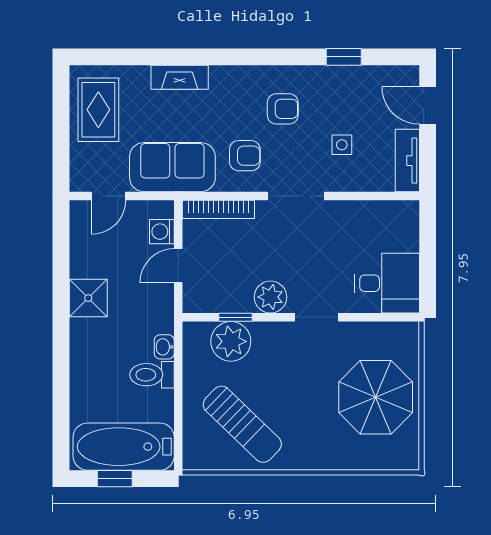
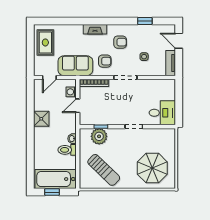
fireplace: (180, 77) -> (95, 29), moved
plant: (271, 297) -> (115, 118), removed
parasol: (376, 397) -> (152, 168), moved

